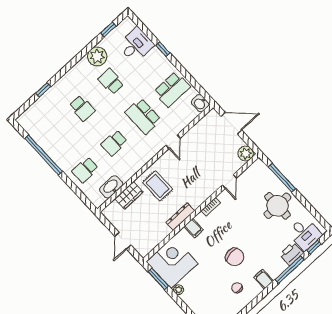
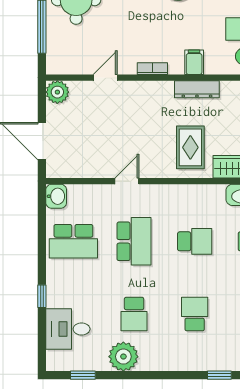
school desk: (172, 89) -> (73, 241), turned 180

